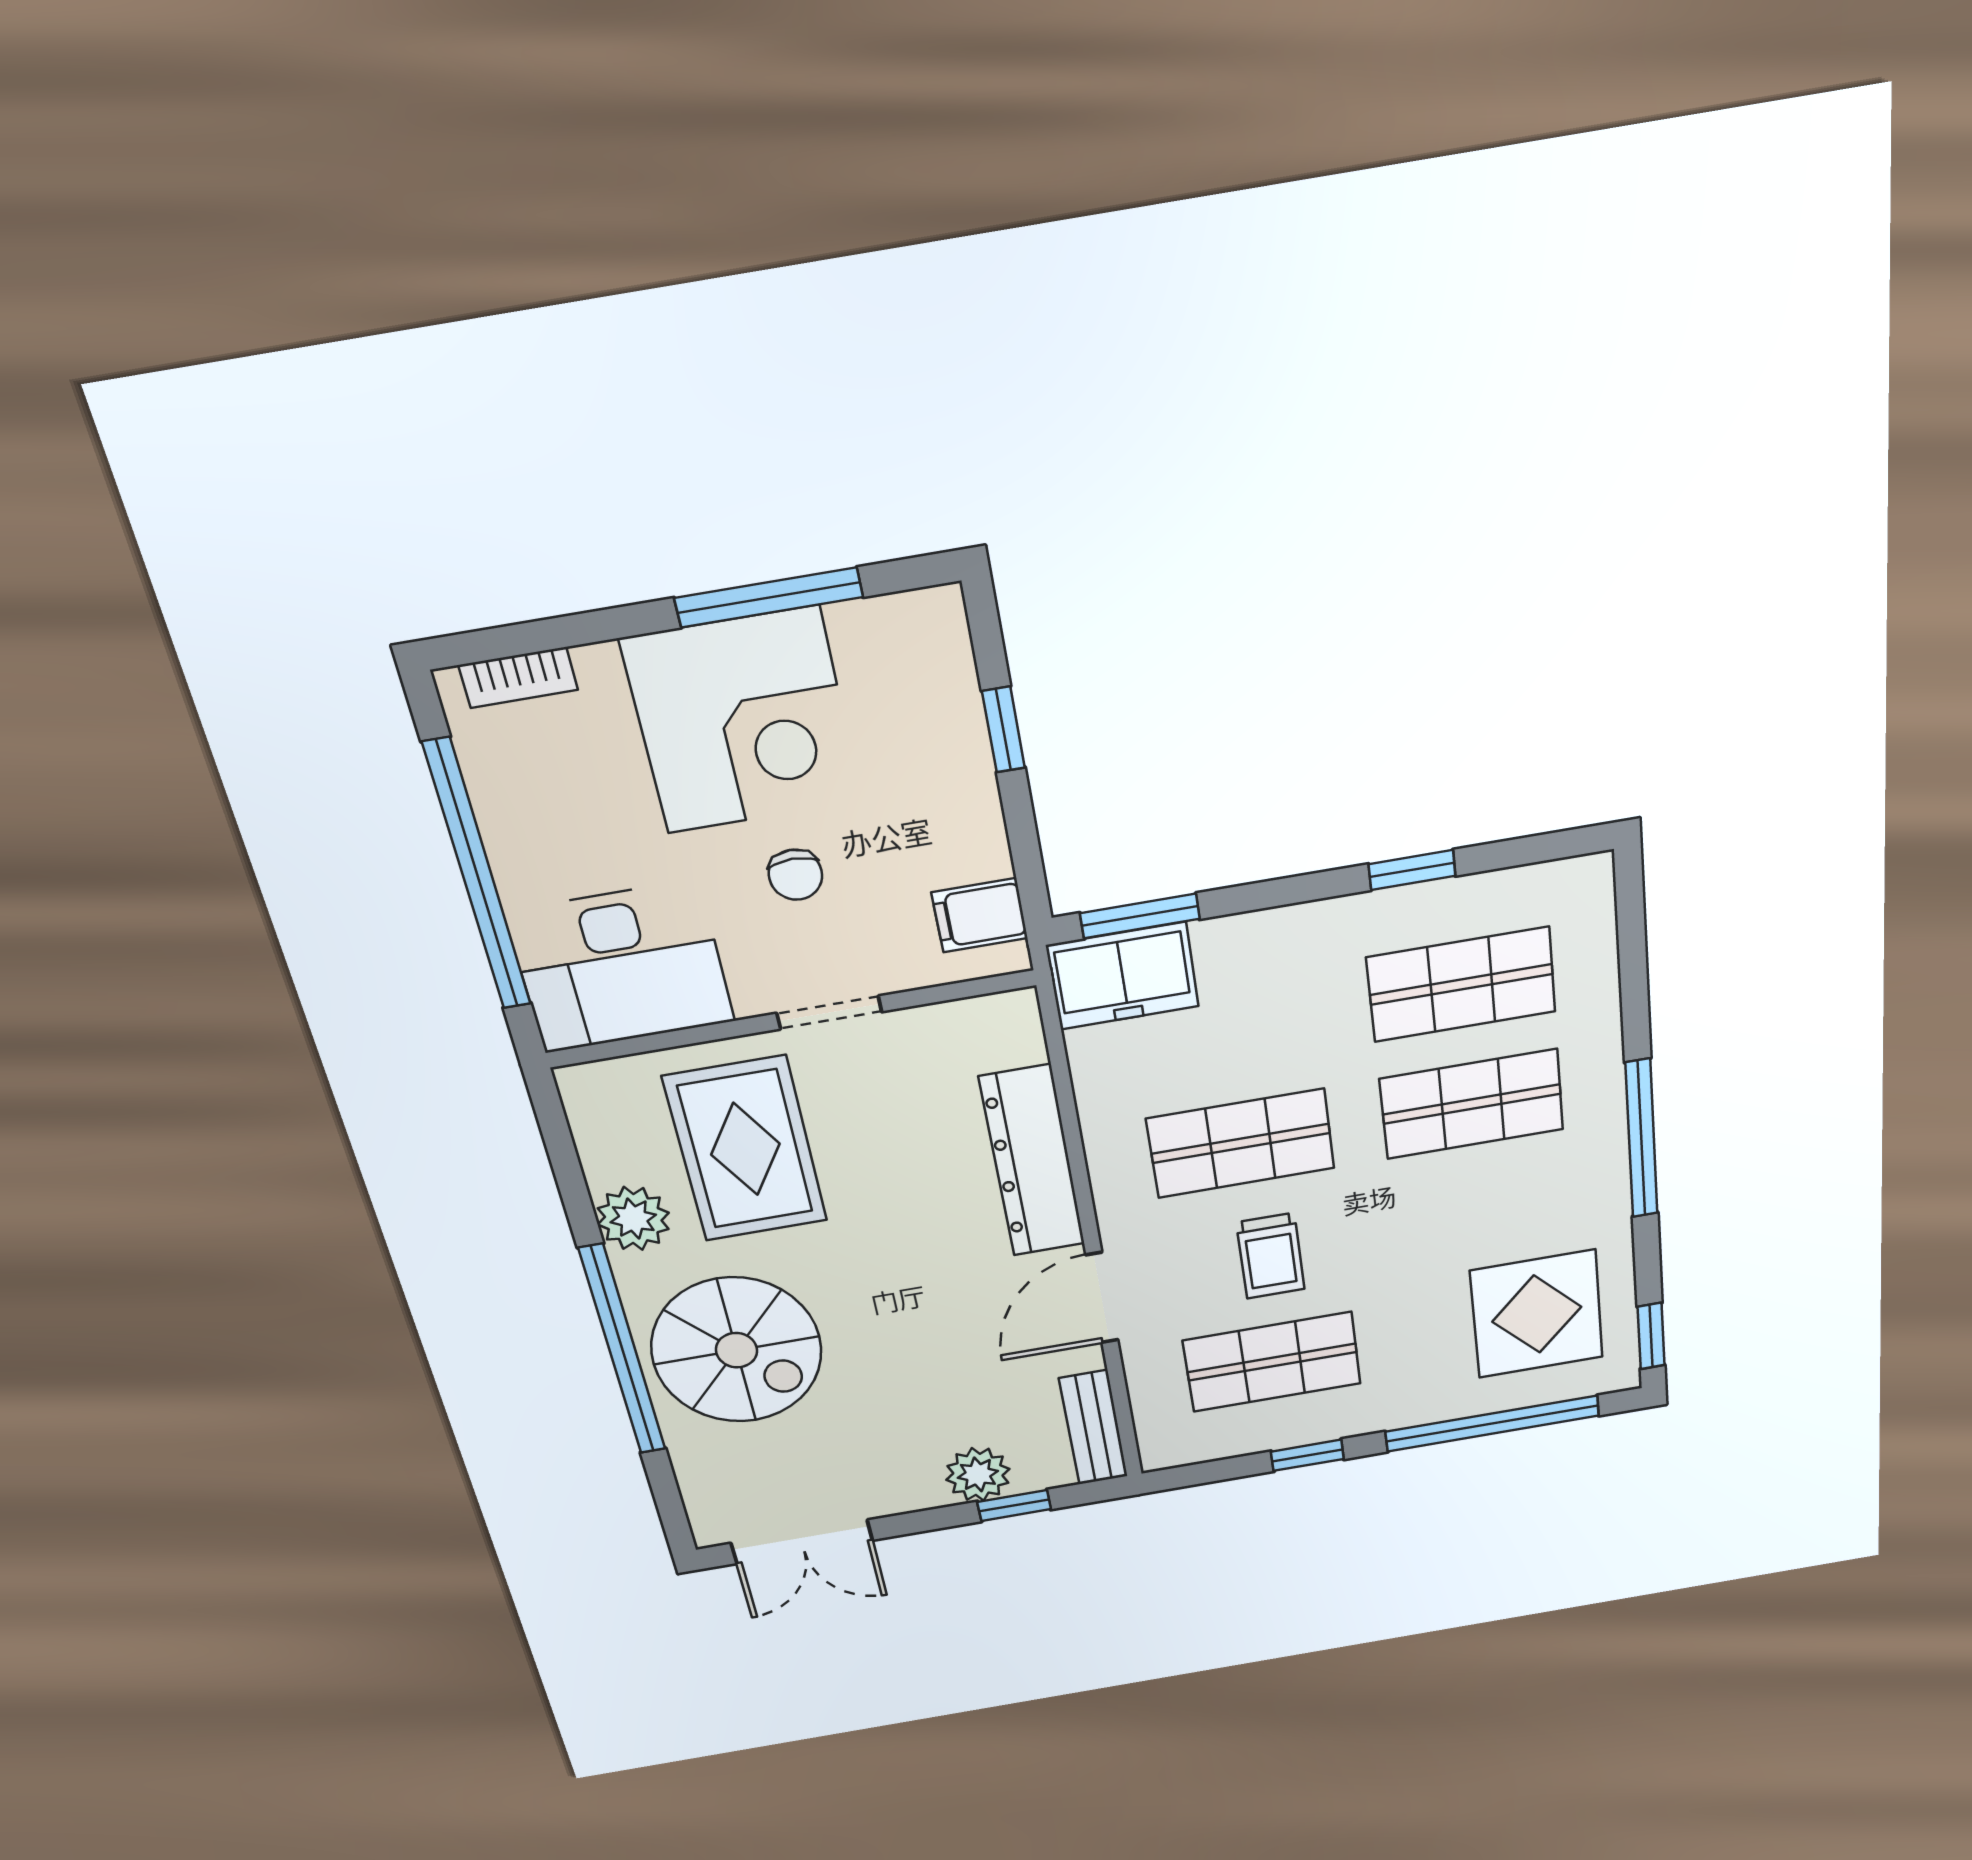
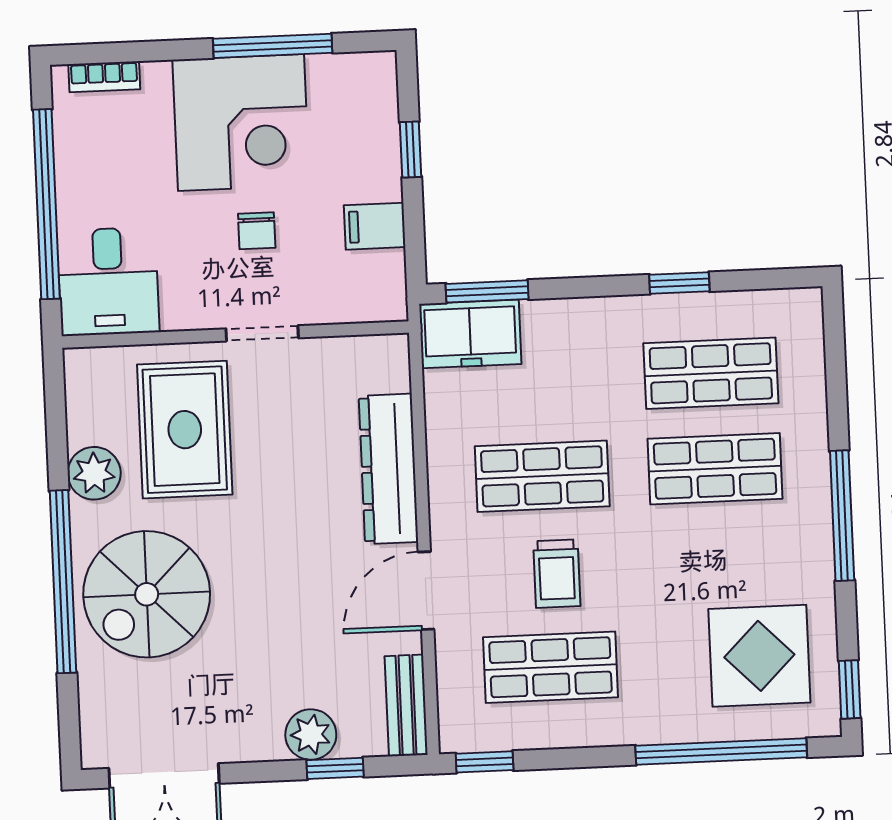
filing cabinet: (980, 915) -> (375, 226), moved
desk: (621, 967) -> (108, 281), width x0.73
spiral stairs: (737, 1350) -> (147, 594), turned 90
window: (1307, 1455) -> (485, 762), moved

